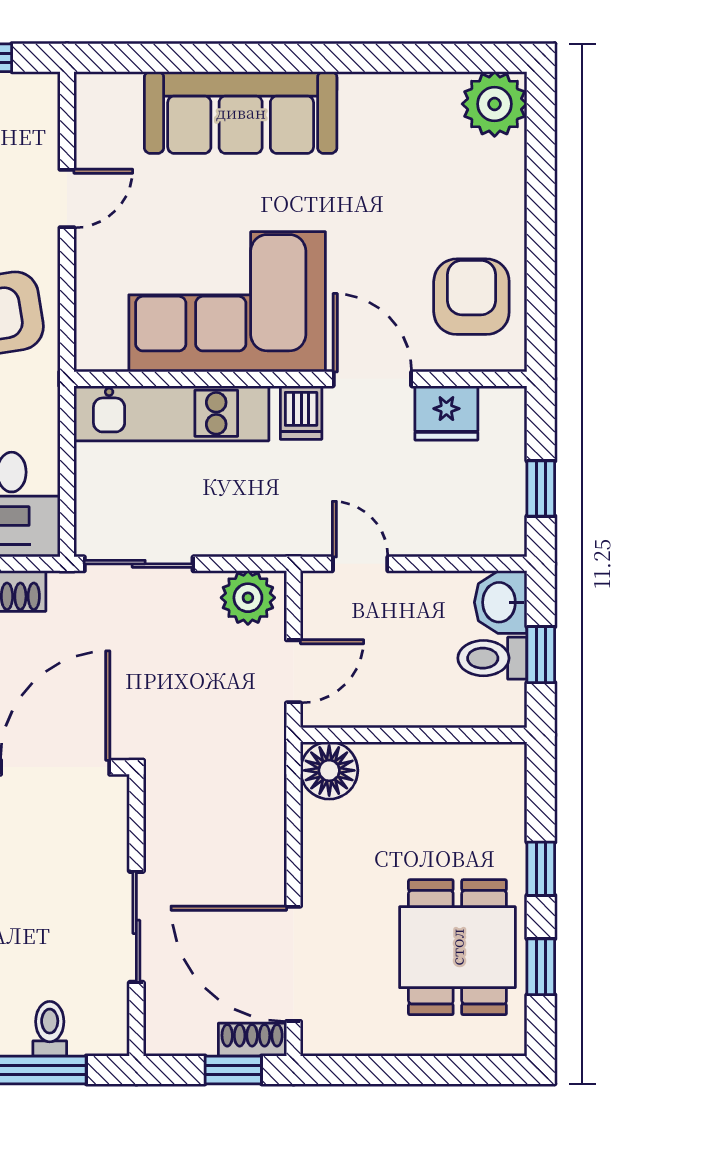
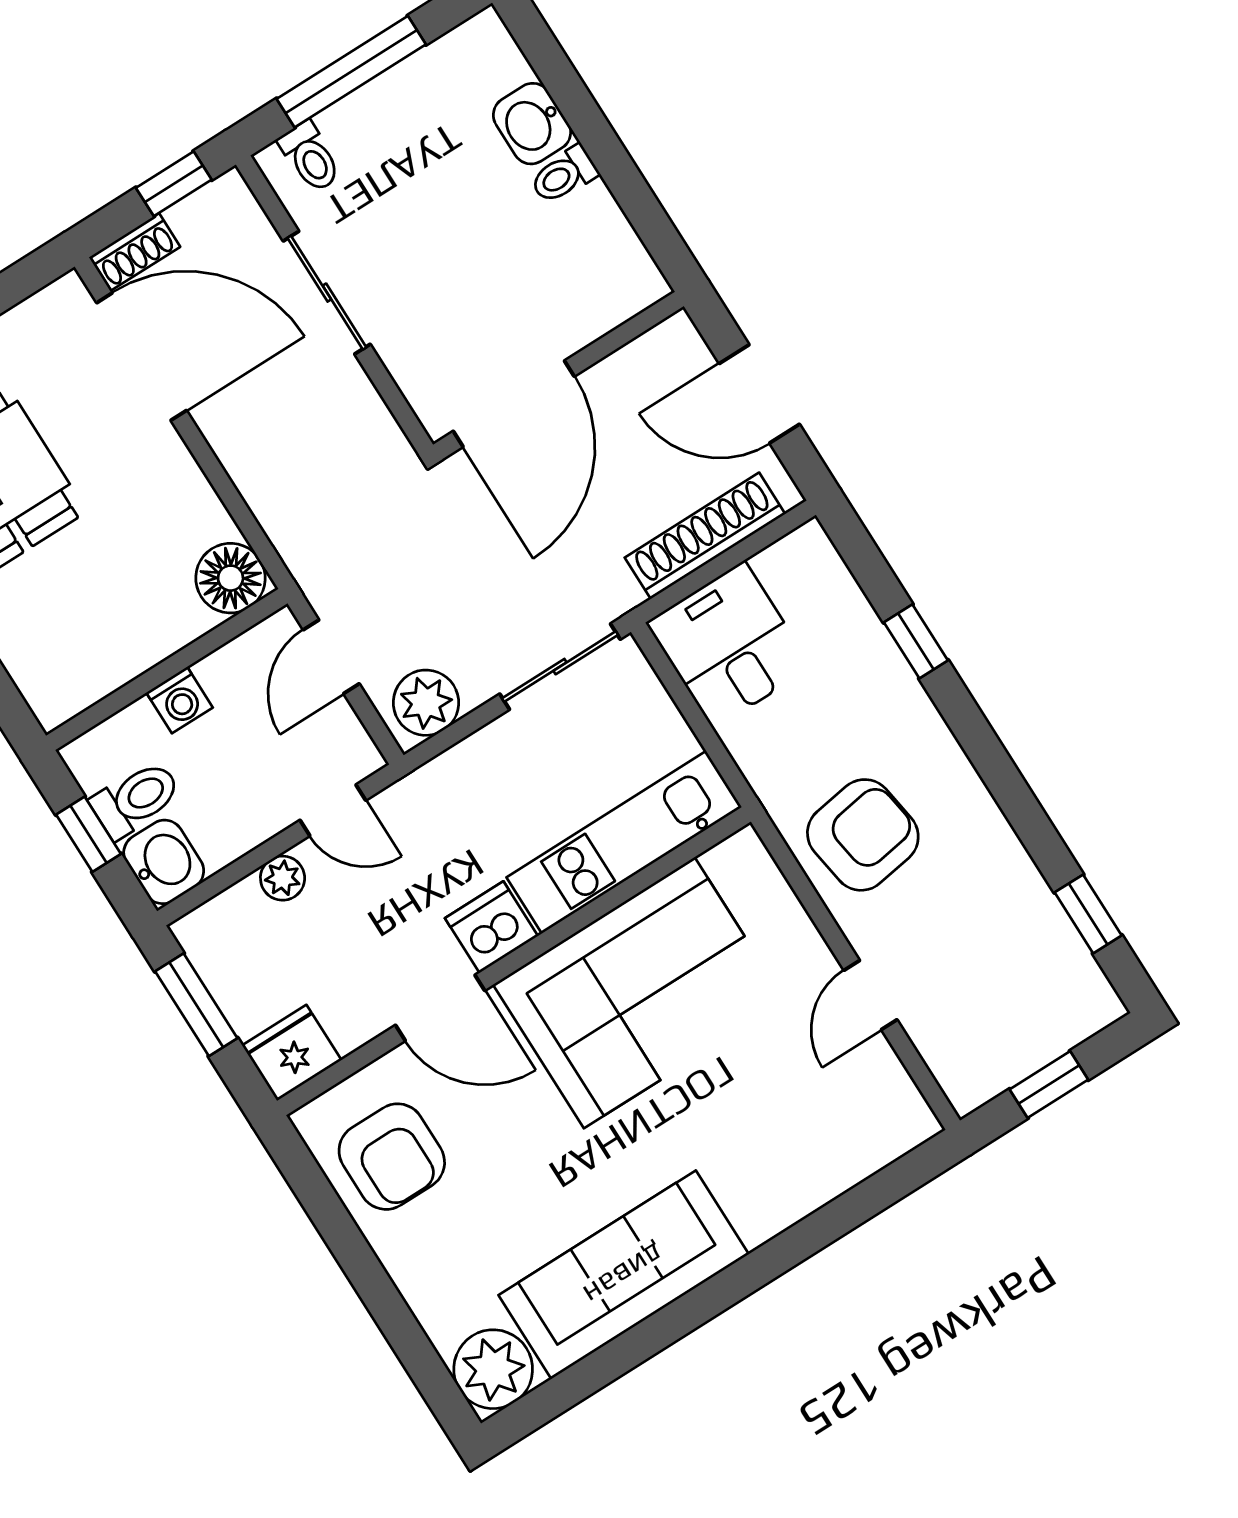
sofa: (241, 112) -> (624, 1275), moved
dishwasher: (301, 413) -> (491, 927), width x1.38
fridge: (446, 413) -> (292, 1053), moved
window: (541, 488) -> (196, 1005), width x1.50
plant: (425, 539) -> (283, 878), added
washing machine: (418, 708) -> (180, 700), added
toilet: (50, 1029) -> (310, 157), moved
window: (233, 1070) -> (174, 184), moved

